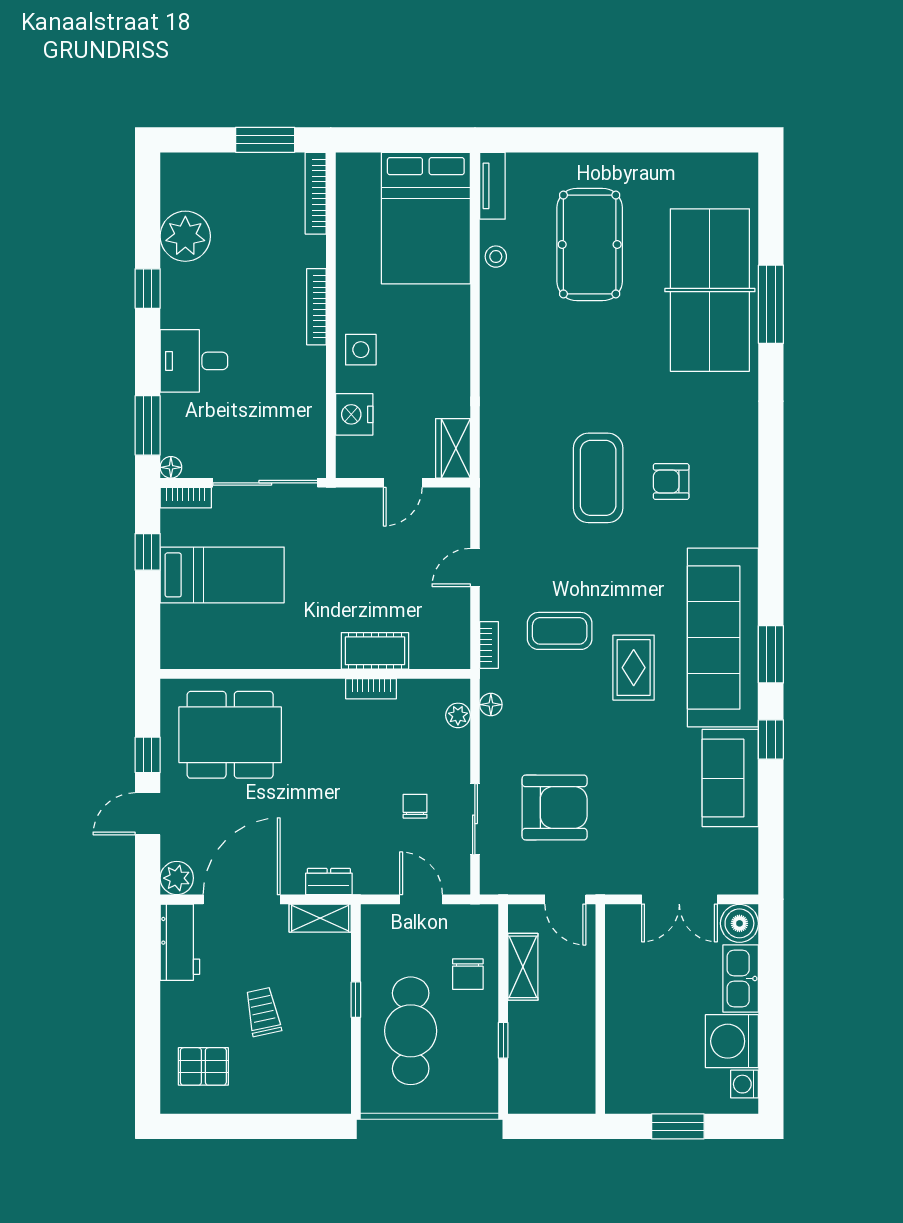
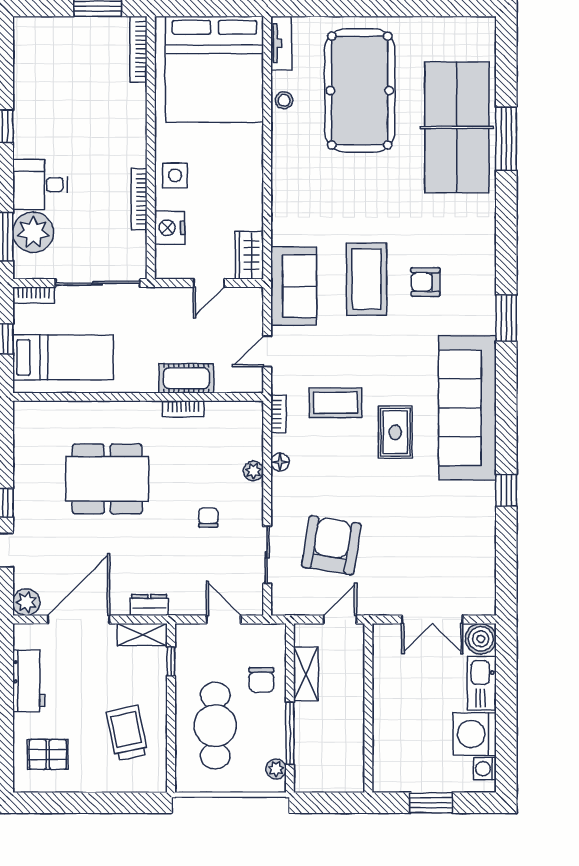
bed: (426, 218) -> (214, 69), width x1.36
plant: (185, 236) -> (33, 232), moved
pool table: (590, 244) -> (360, 91), width x1.36, depth x1.32
bookcase: (316, 307) -> (139, 199), moved
floor lamp: (171, 467) -> (22, 271), removed
cot: (375, 651) -> (186, 378), moved
window: (771, 654) -> (506, 318), moved
wall: (315, 674) -> (138, 397), moved
bookcase: (371, 689) -> (183, 409), moved
dining table: (230, 735) -> (107, 479), moved
sofa: (730, 778) -> (294, 286), moved, turned 180
chair: (415, 806) -> (208, 518), moved
armchair: (555, 807) -> (331, 545), turned -81
door: (565, 899) -> (340, 619), swing flipped
workbench: (180, 942) -> (29, 681), moved
window: (356, 1000) -> (171, 661), moved
trolley: (263, 1012) -> (127, 733), moved, width x1.36, depth x1.39
window: (503, 1040) -> (290, 733), width x2.17
plant: (486, 1085) -> (276, 769), added

